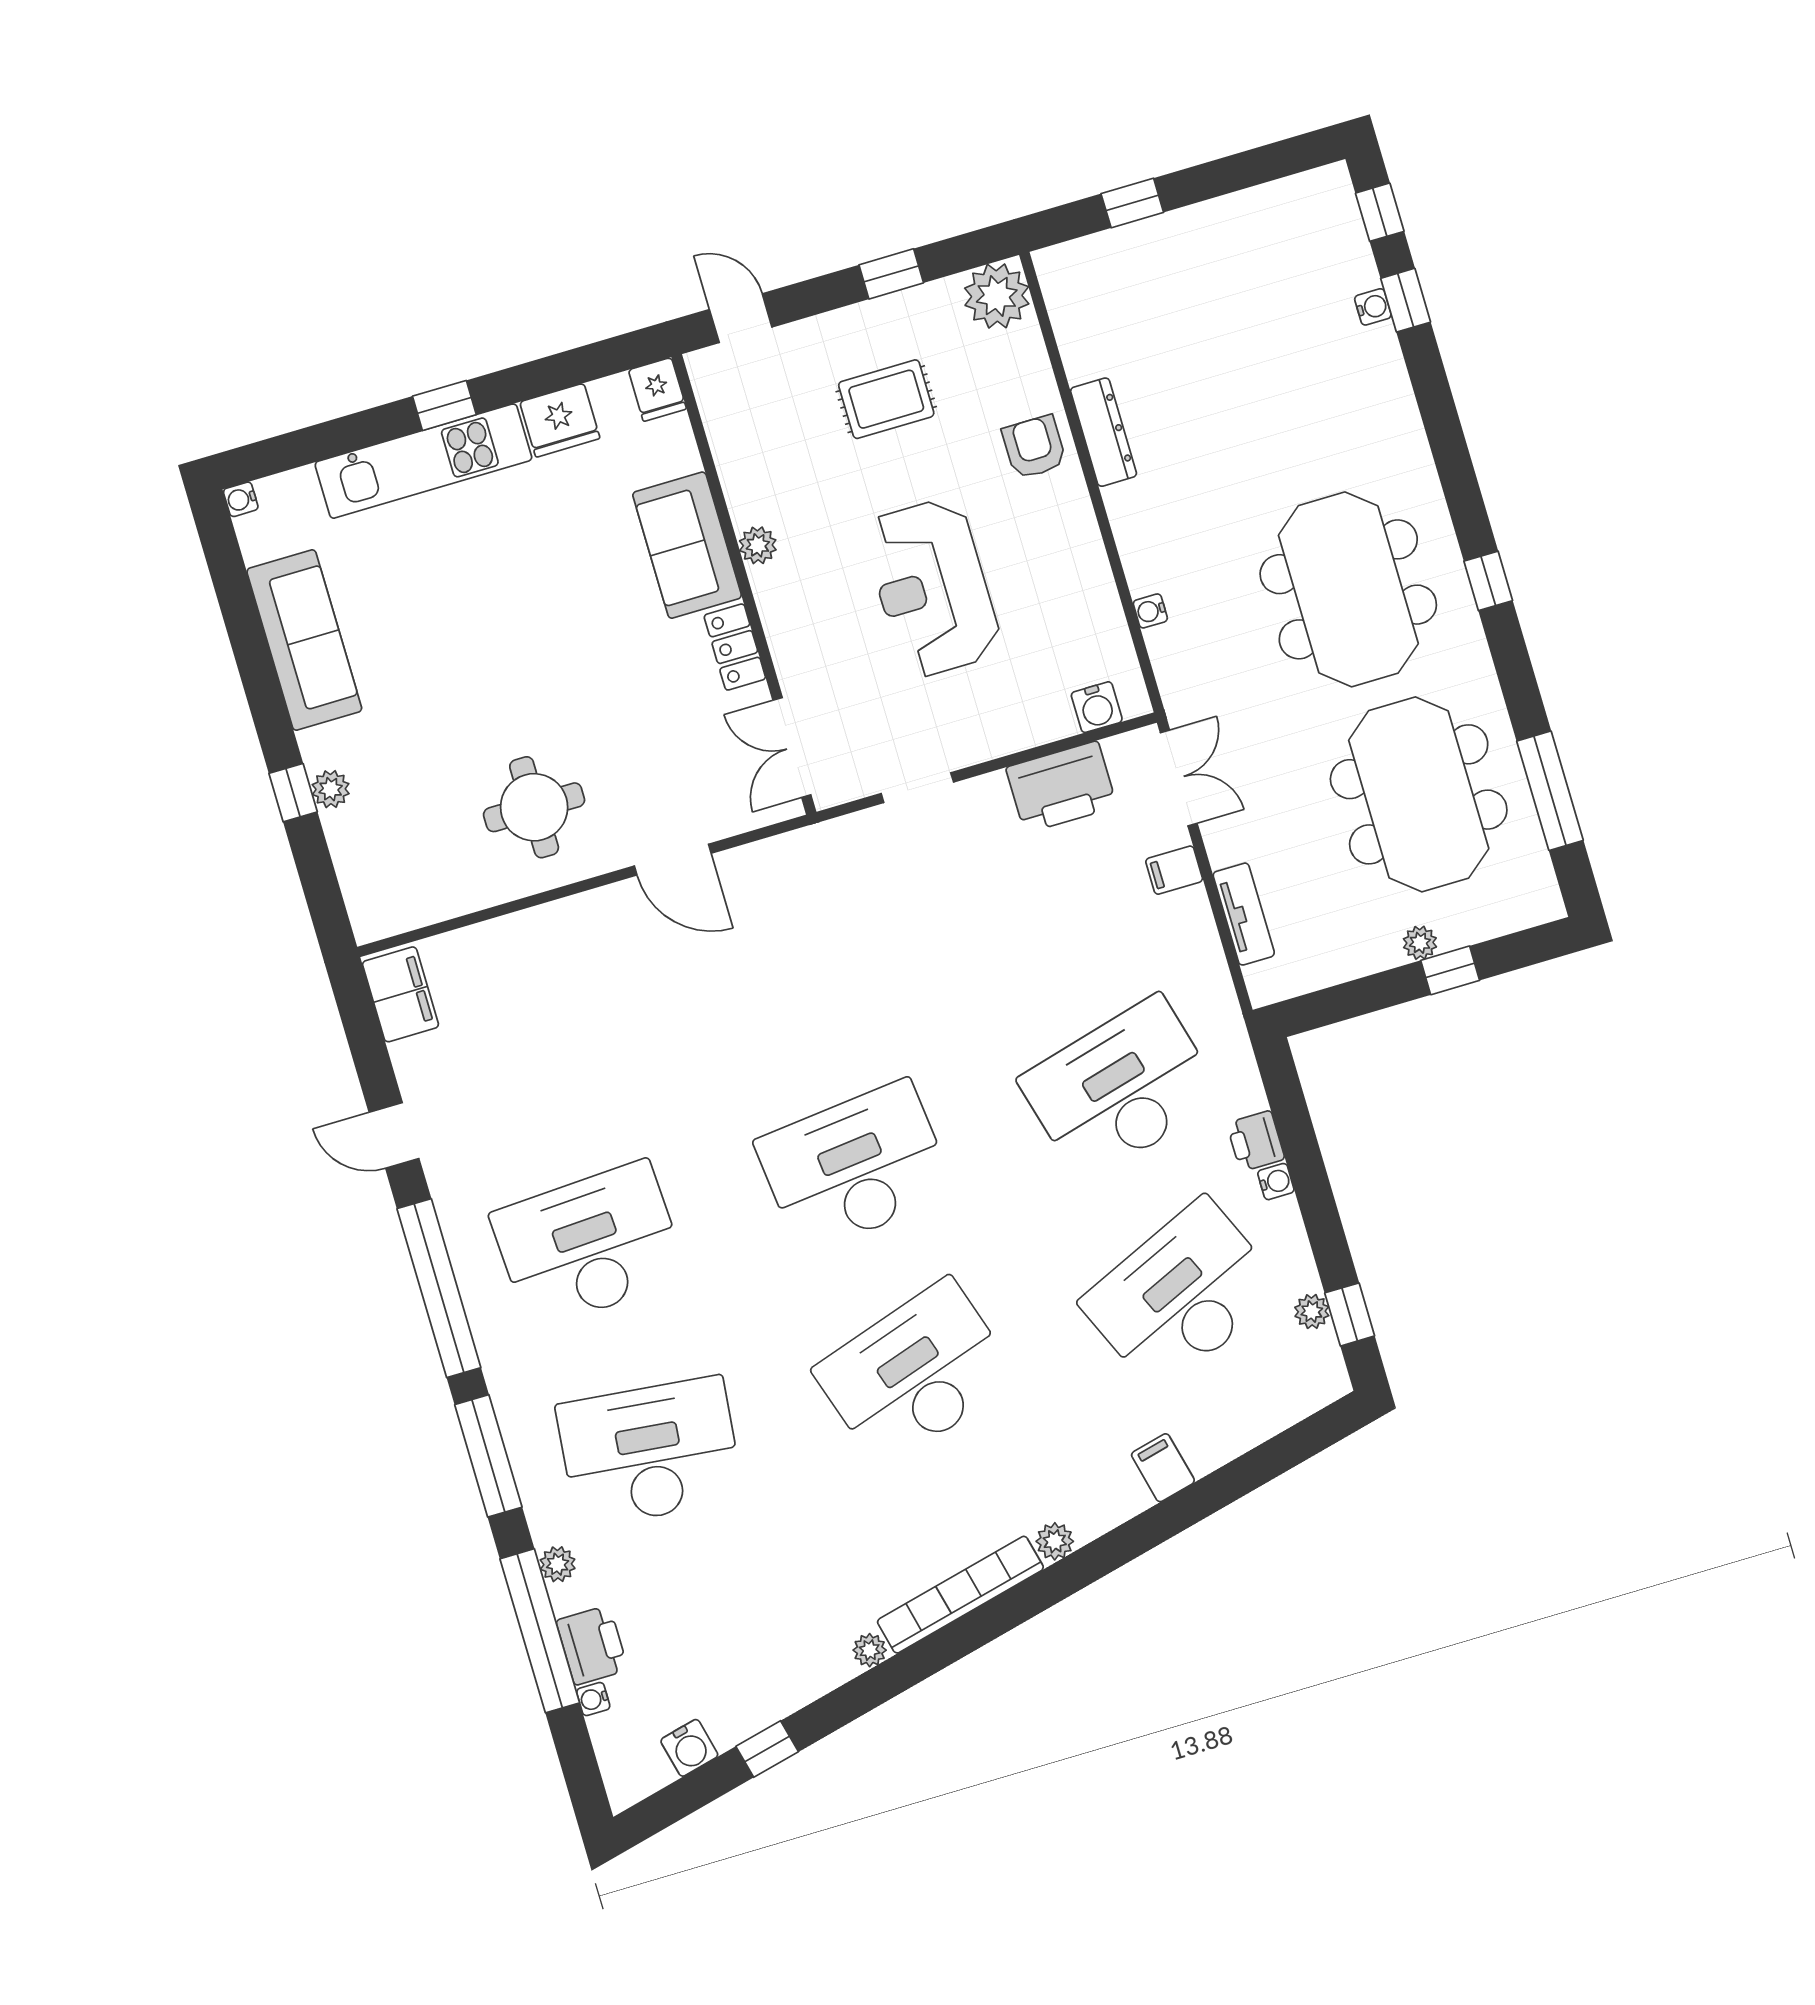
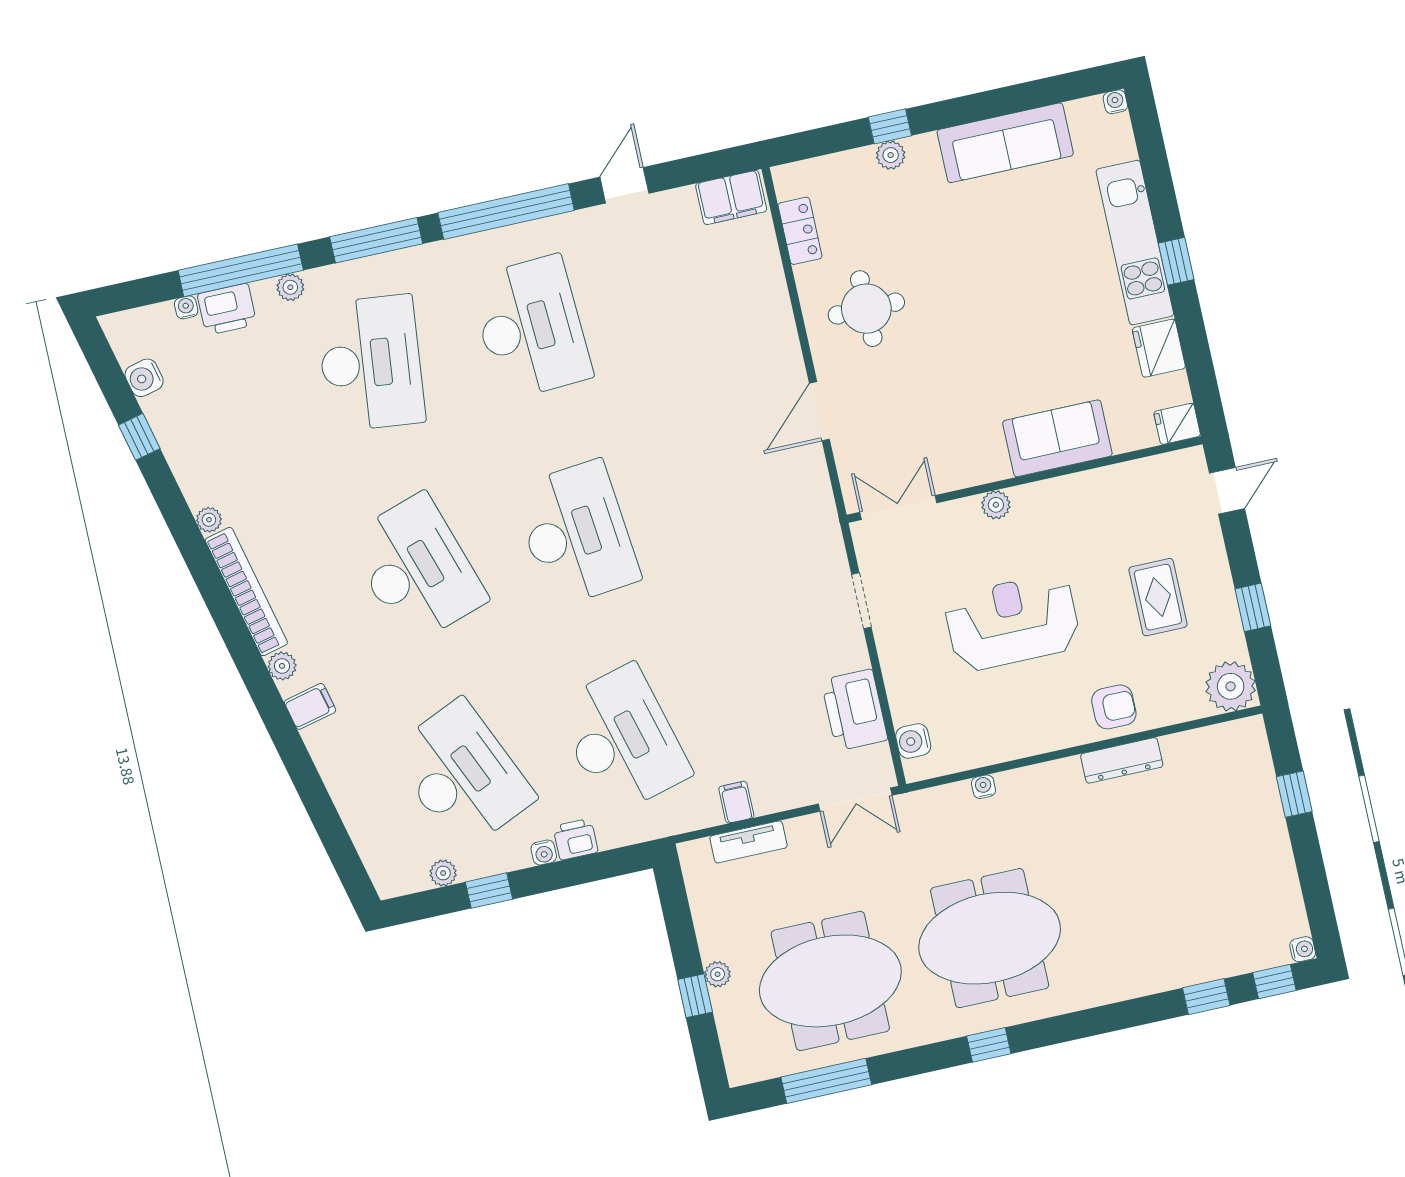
water cooler: (1373, 307) -> (1303, 949), moved, turned -90
plant: (758, 545) -> (996, 505), moved
locker: (735, 647) -> (800, 231), moved, turned 90
filing cabinet: (1174, 870) -> (736, 802), moved
window: (1350, 1314) -> (489, 891), moved
filing cabinet: (1163, 1468) -> (310, 706), moved

